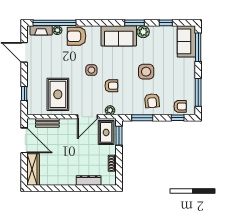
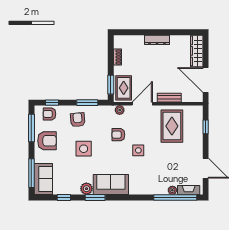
armchair: (77, 36) -> (47, 141), moved
bench: (47, 123) -> (169, 98), moved
dresser: (89, 180) -> (157, 40), moved

